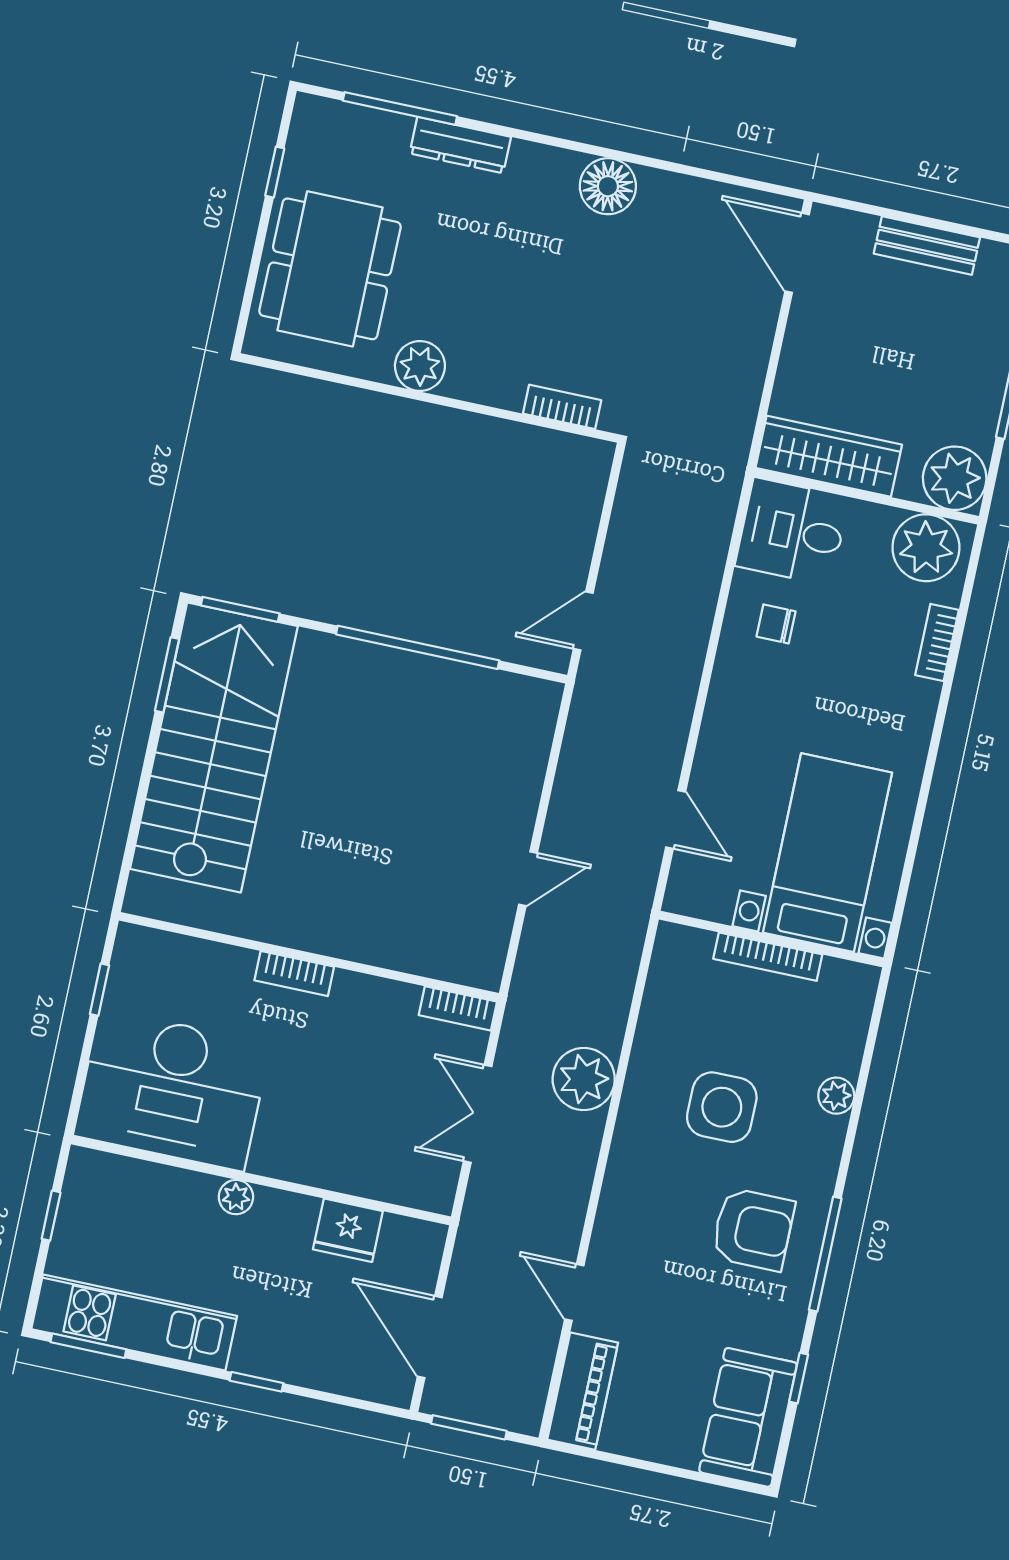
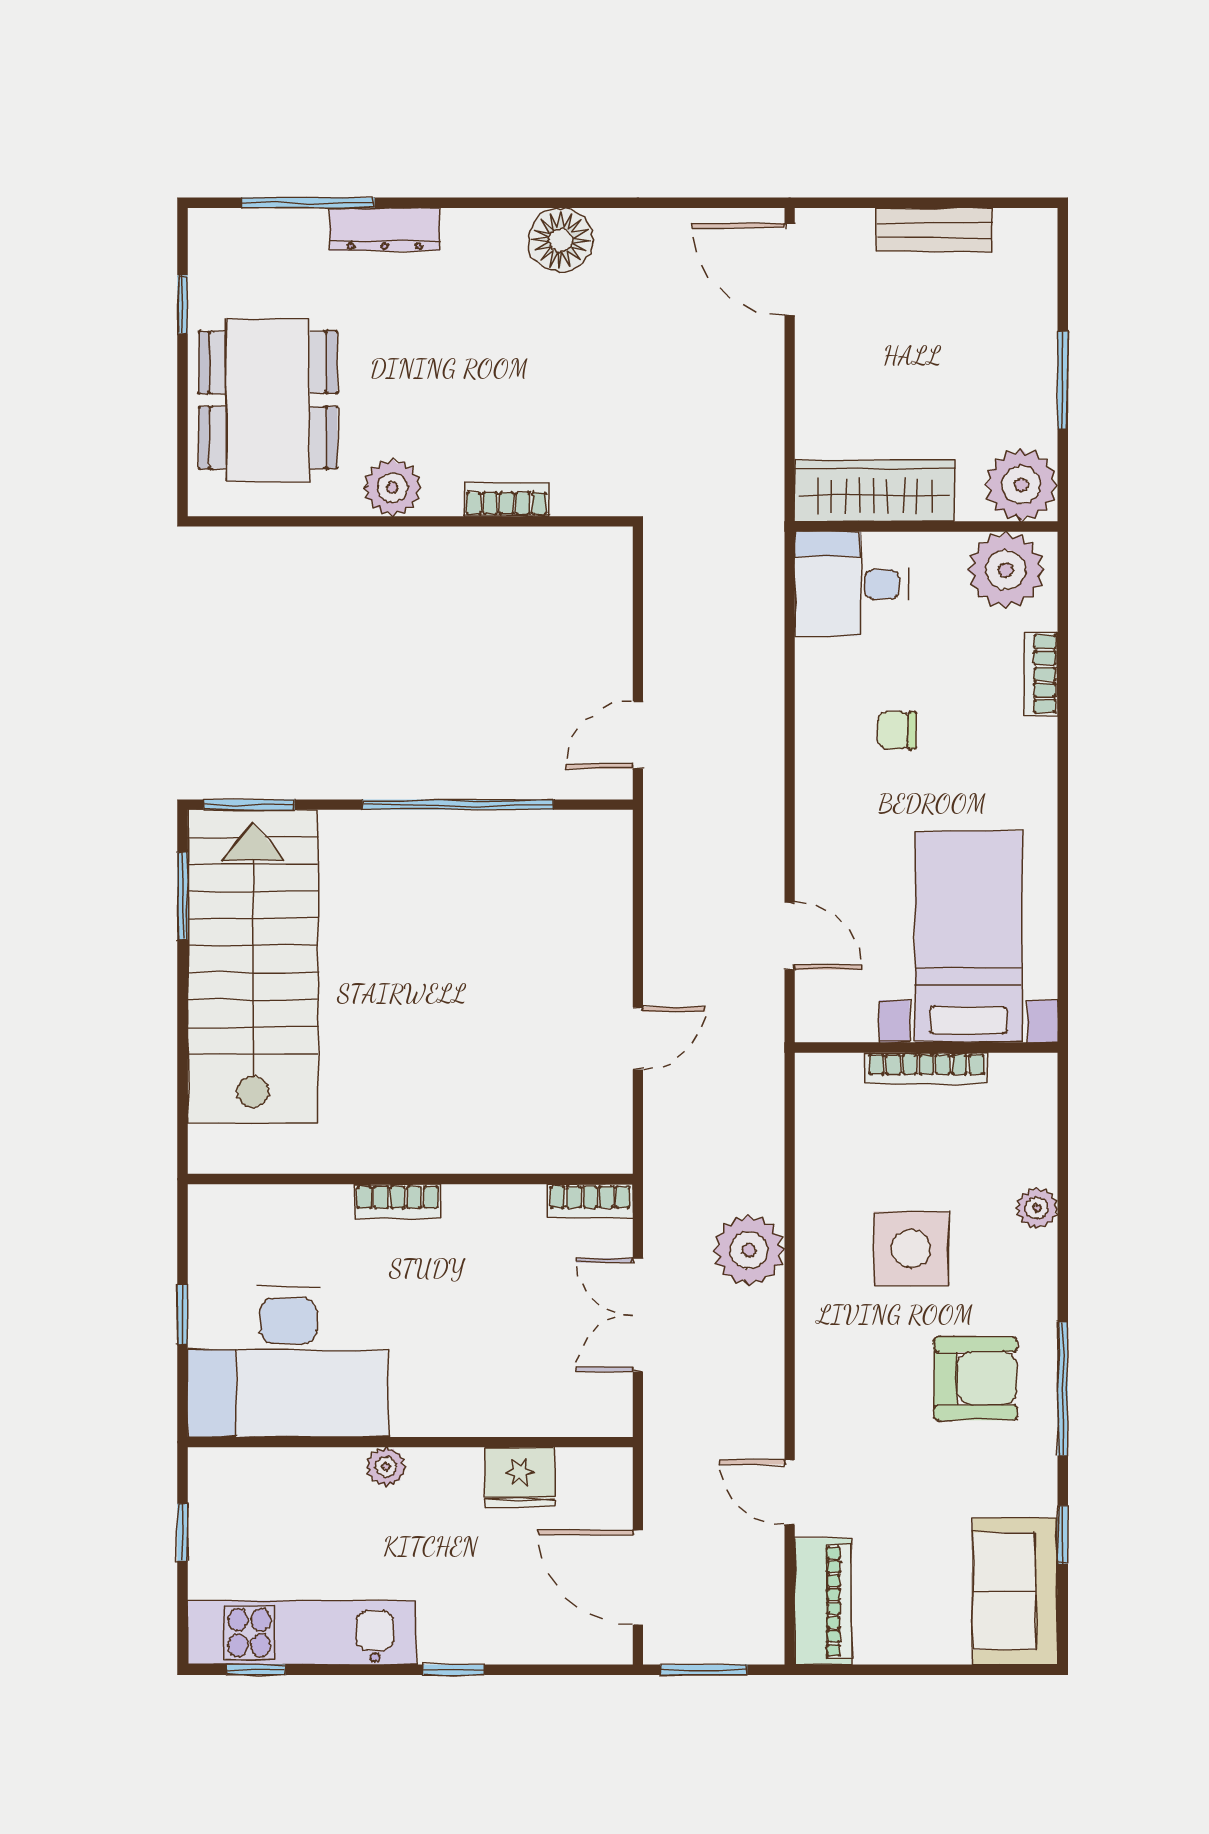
bookcase: (562, 407) -> (507, 499), moved
chair: (776, 624) -> (897, 730), moved
window: (99, 990) -> (183, 1315), moved
window: (88, 1346) -> (256, 1670), width x0.67

